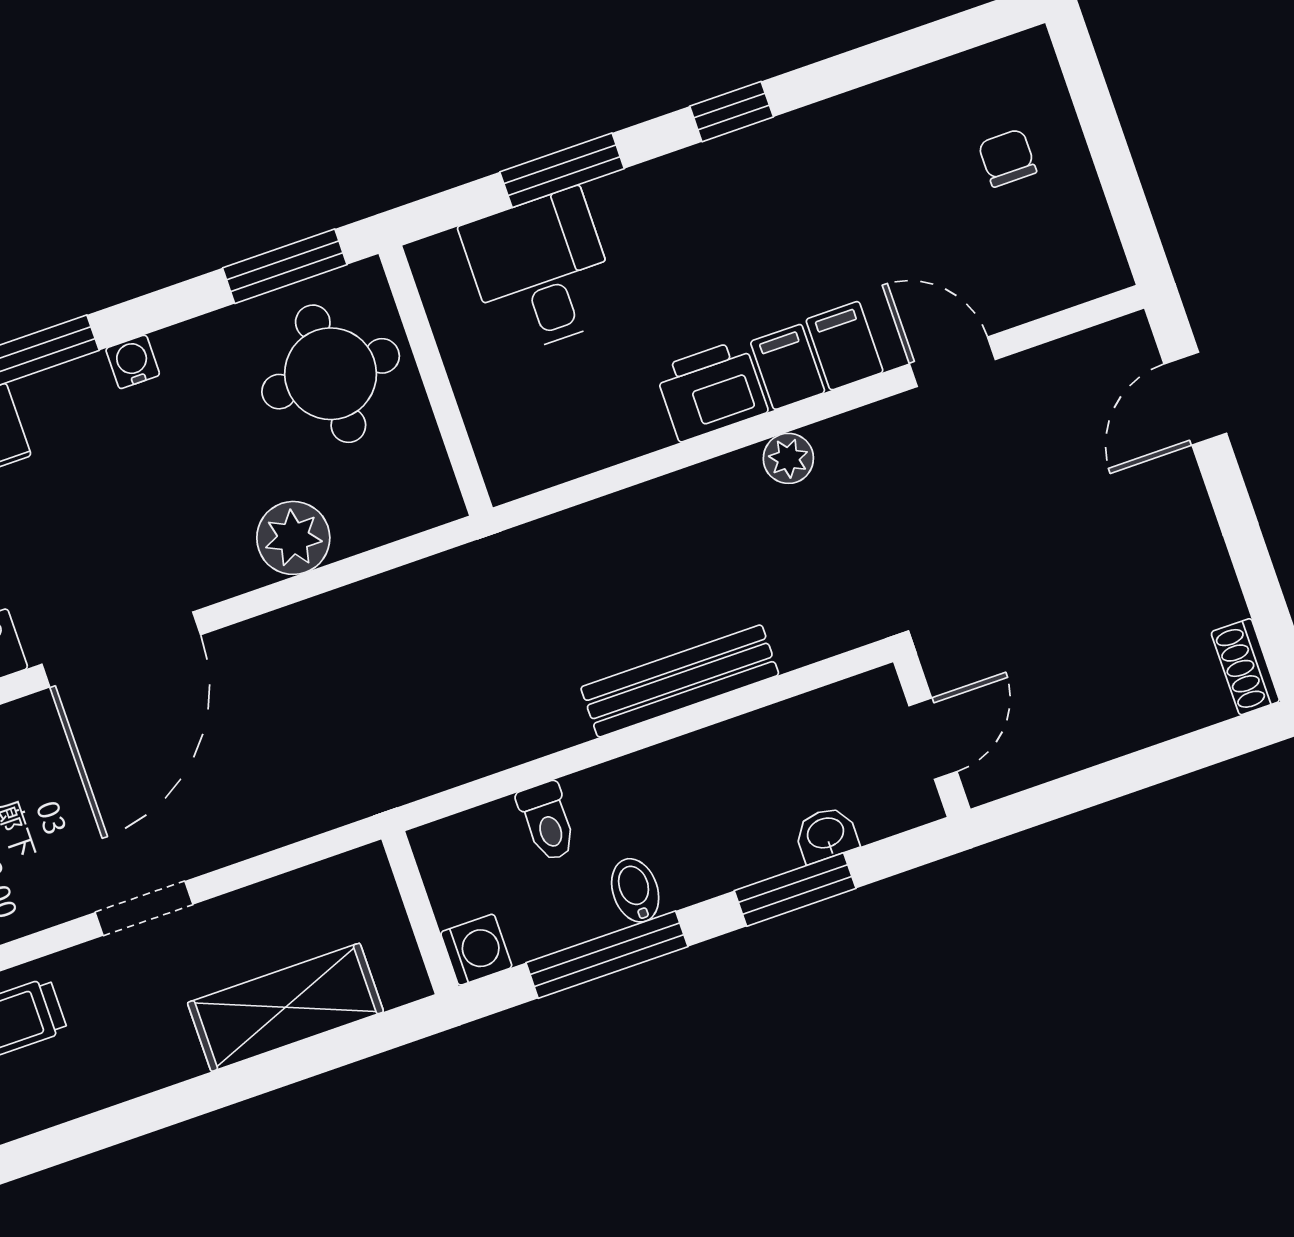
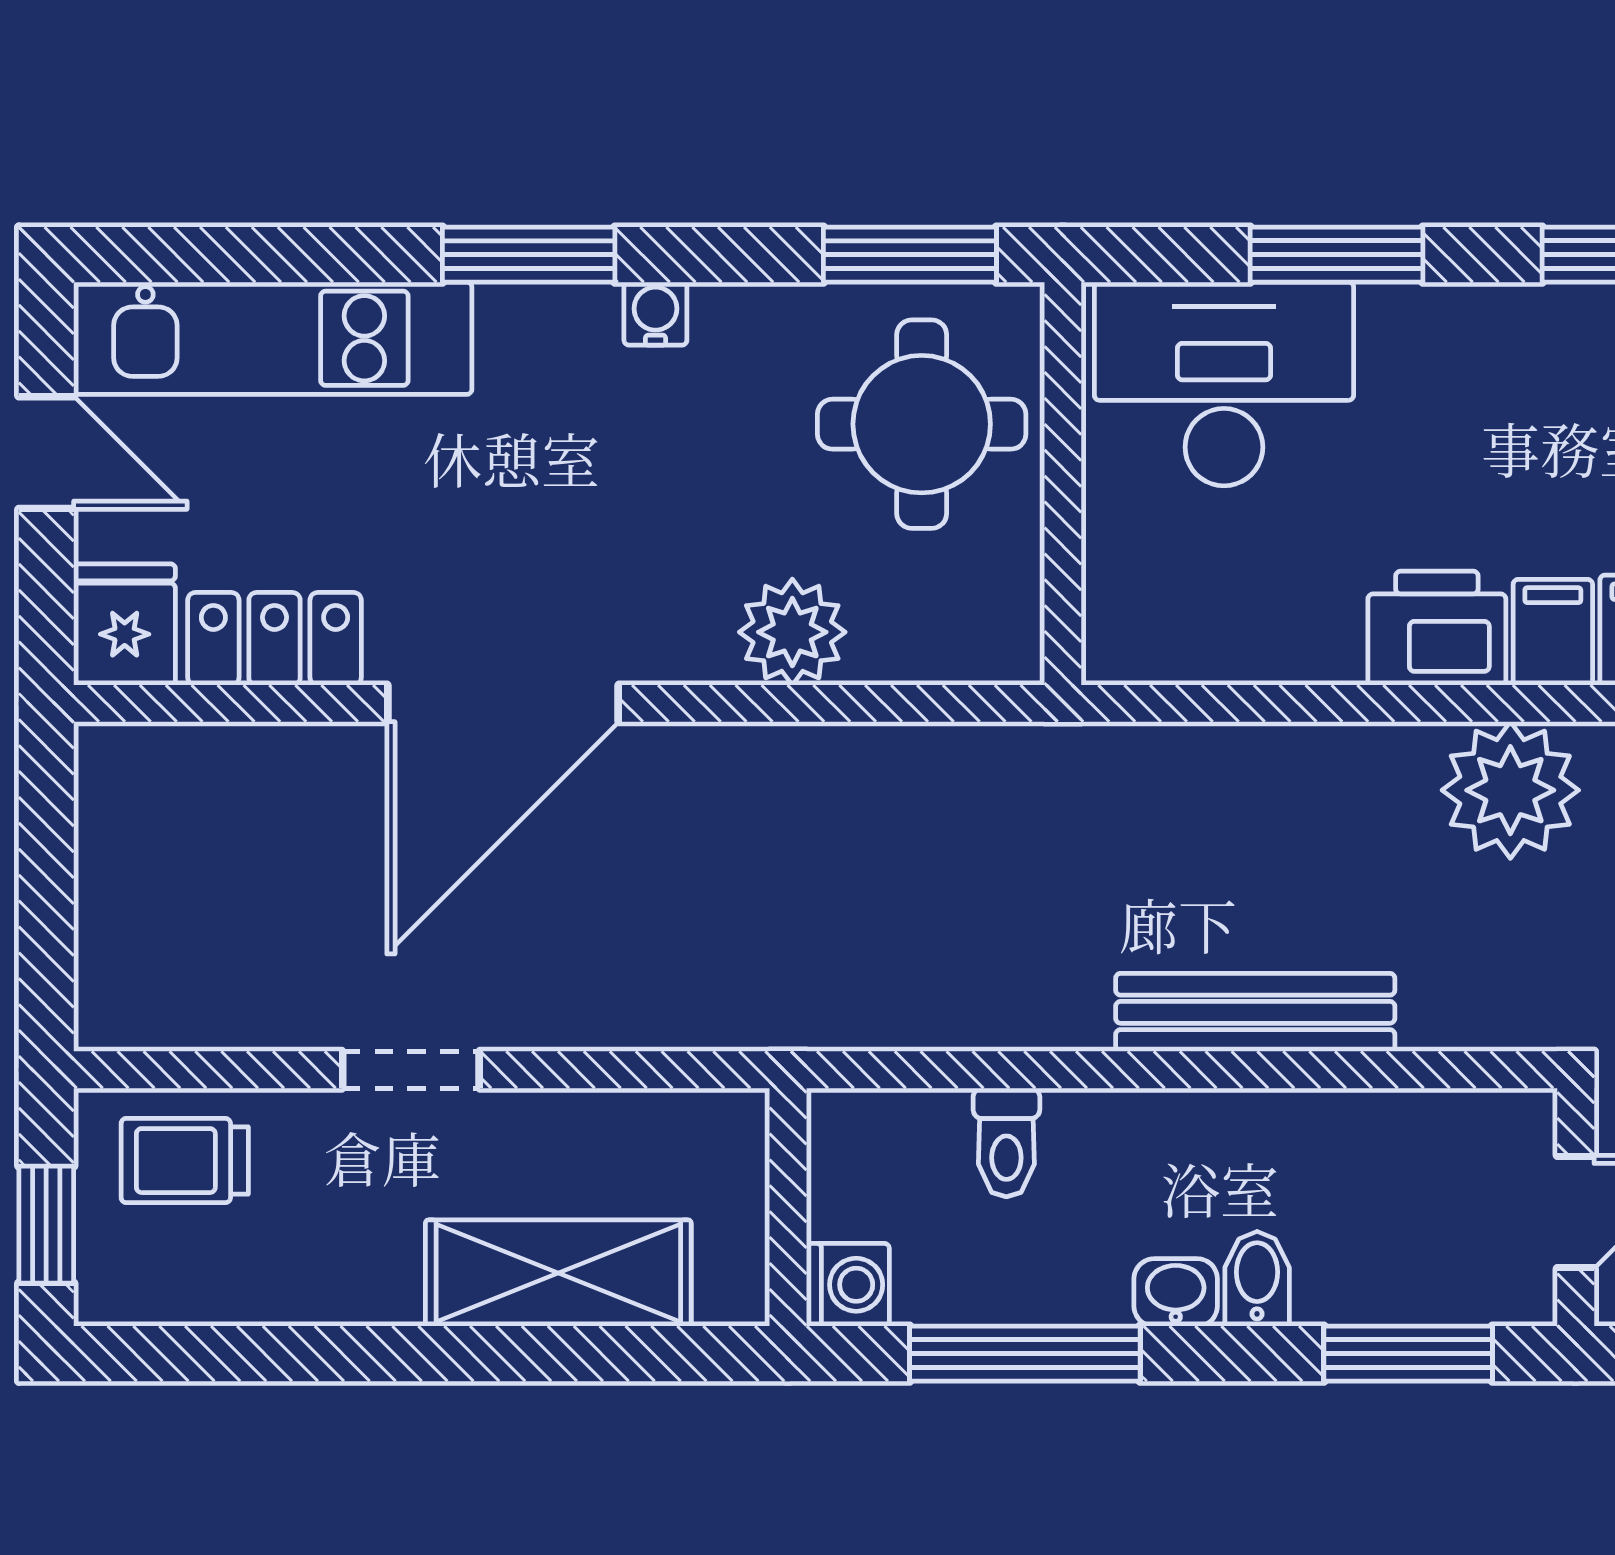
desk: (541, 272) -> (1224, 384), width x1.37
plant: (788, 458) -> (1510, 790), width x1.87, depth x1.87
washbasin: (826, 834) -> (1176, 1292), moved
window: (795, 889) -> (1408, 1354), moved
bidet: (635, 890) -> (1257, 1279), moved

